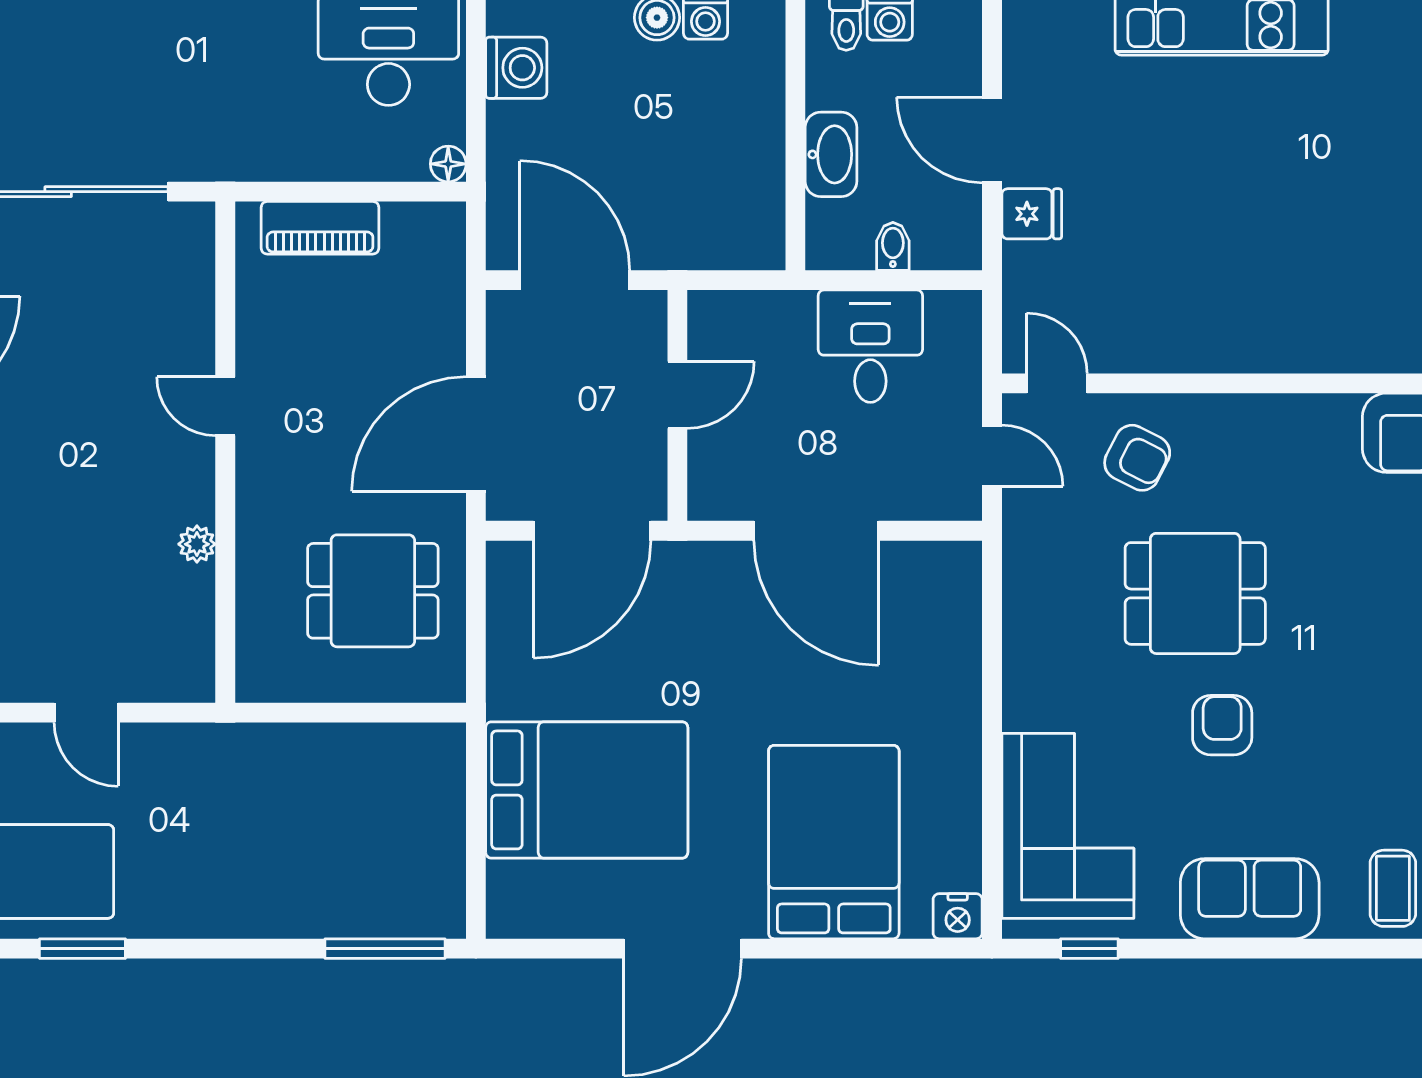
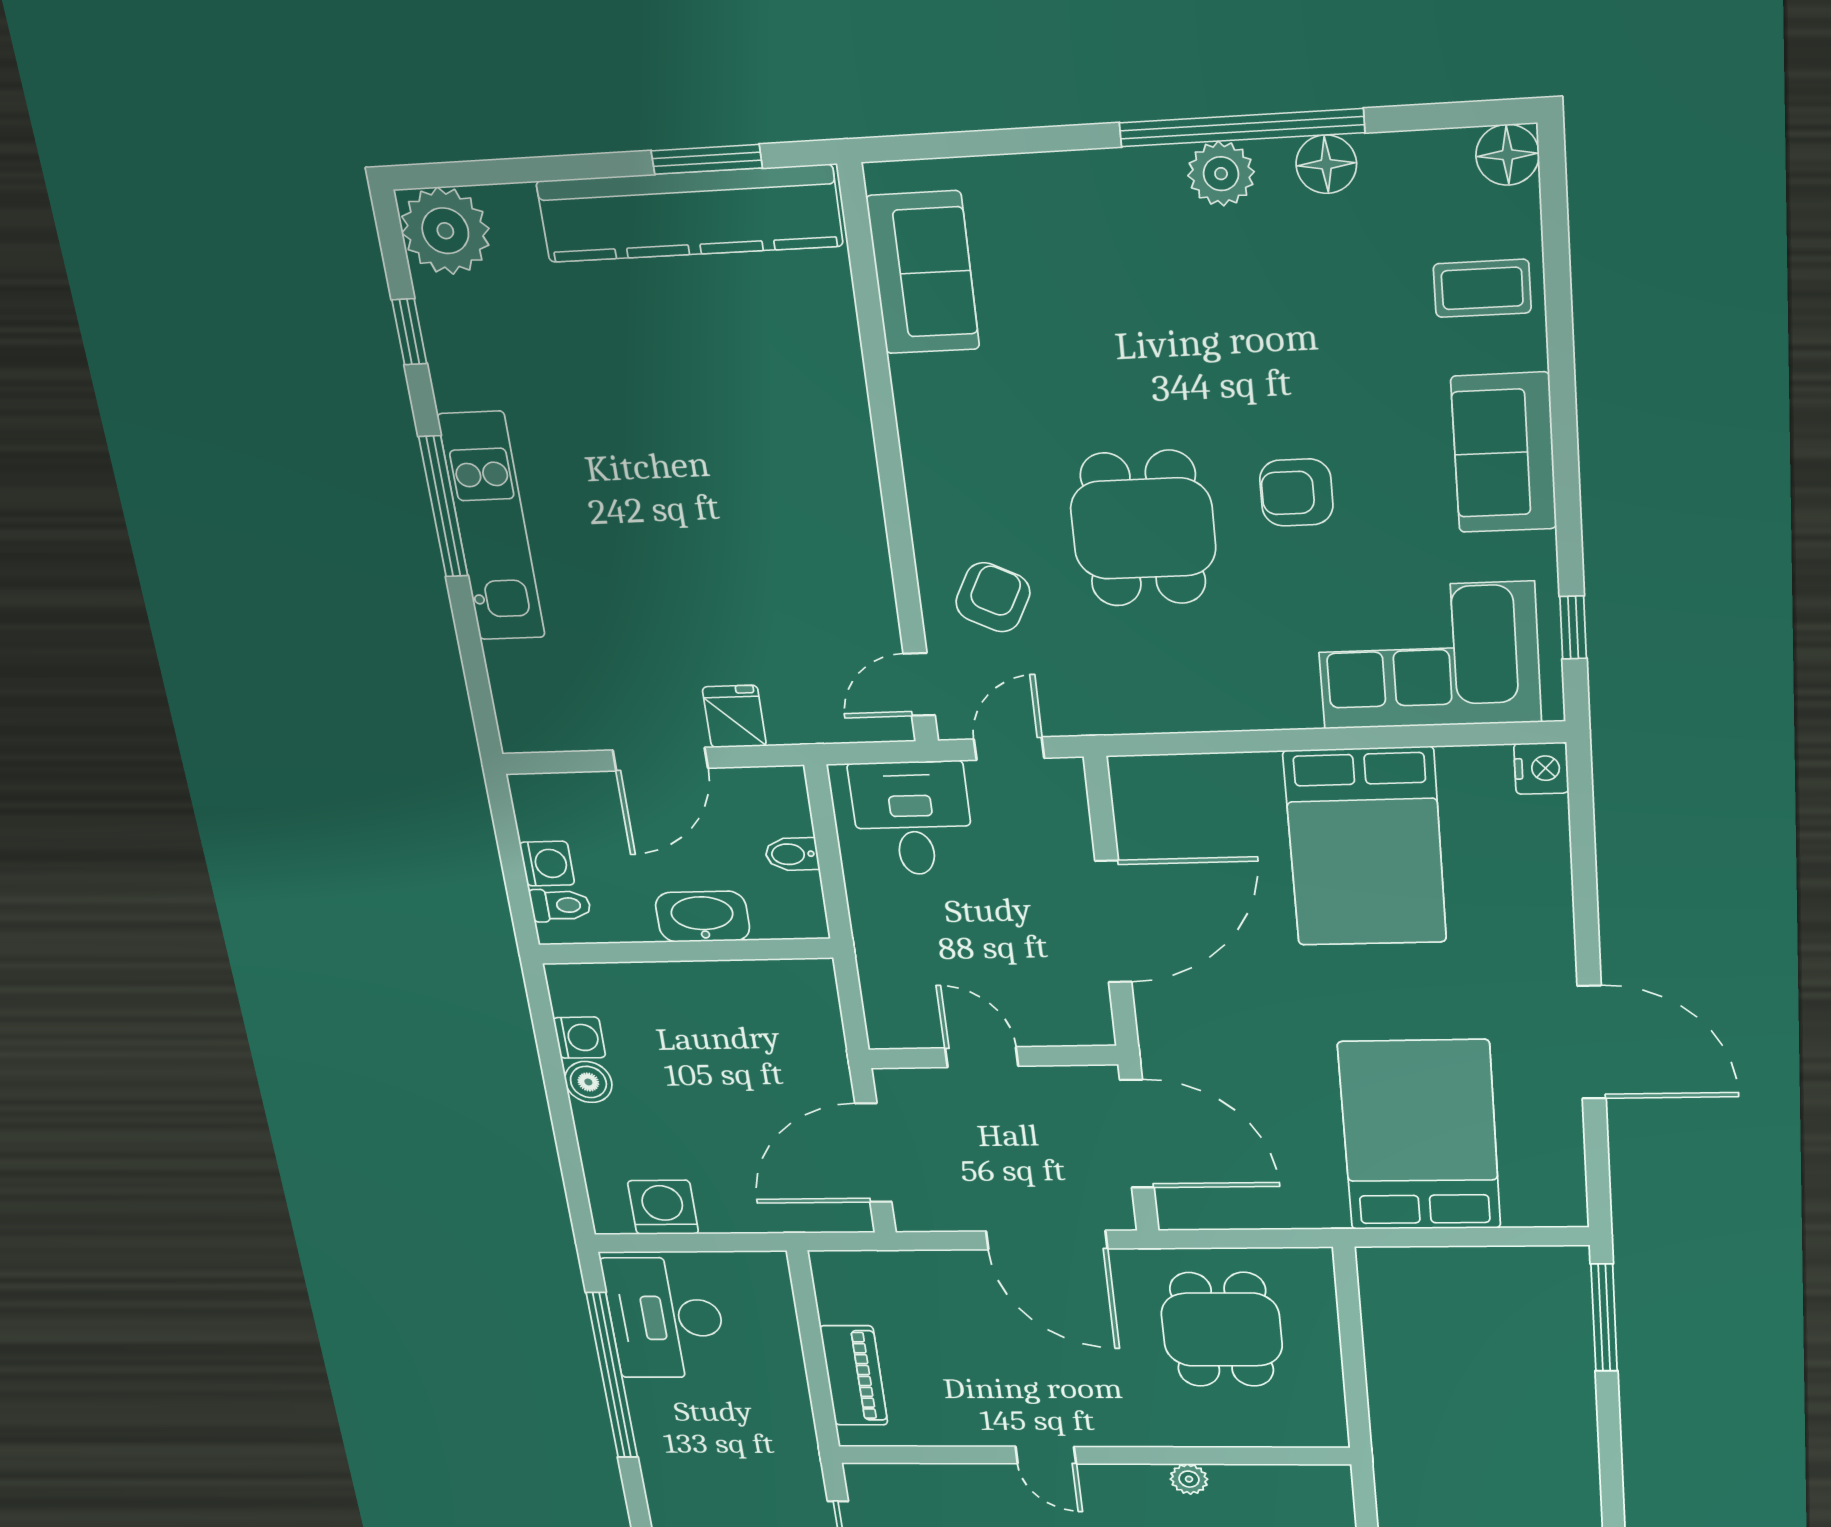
floor lamp: (448, 164) -> (771, 1266), removed
desk: (870, 346) -> (912, 818), moved, turned 90
door: (225, 406) -> (1046, 1455), hinge flipped
bed: (834, 842) -> (1365, 847), moved, turned -90

